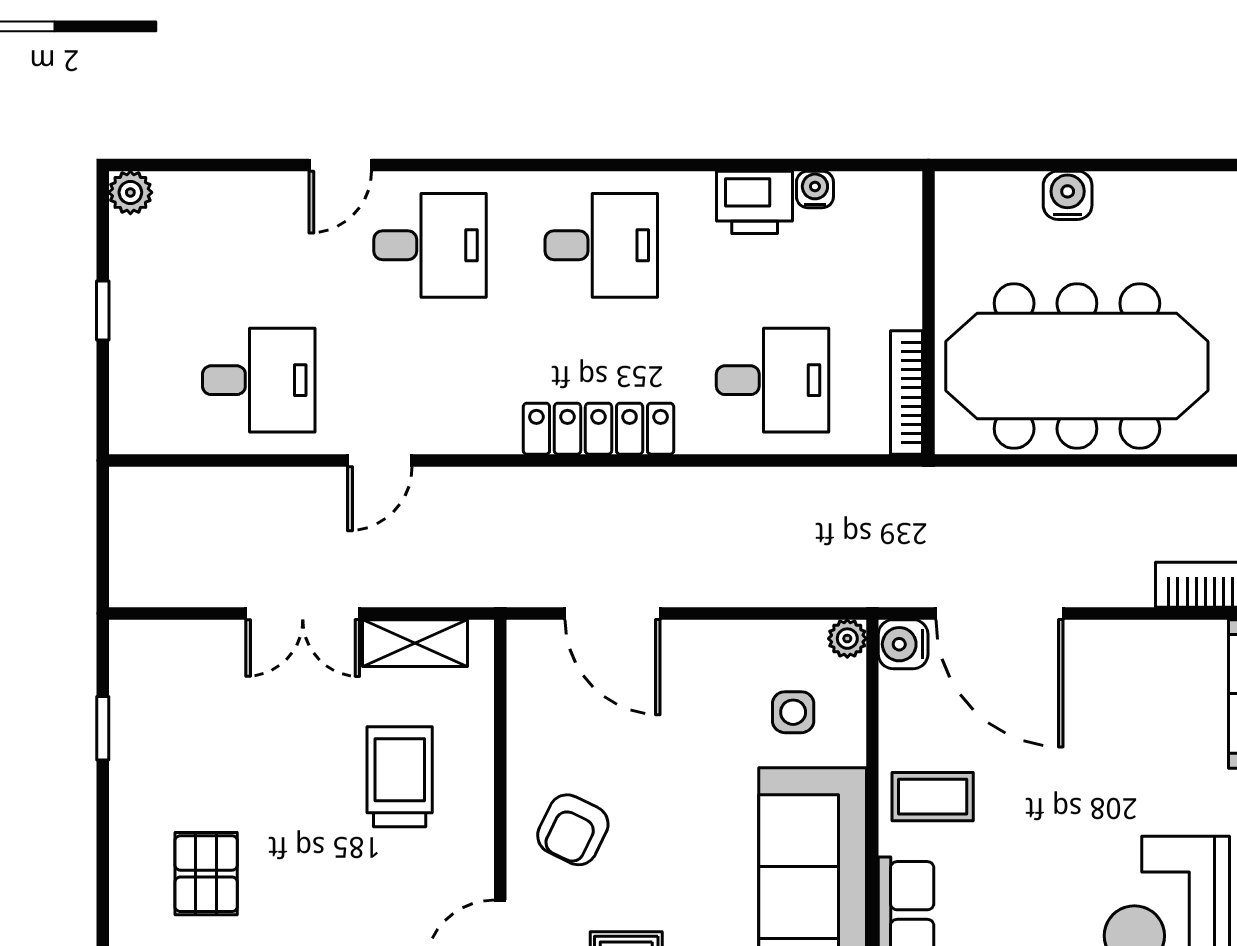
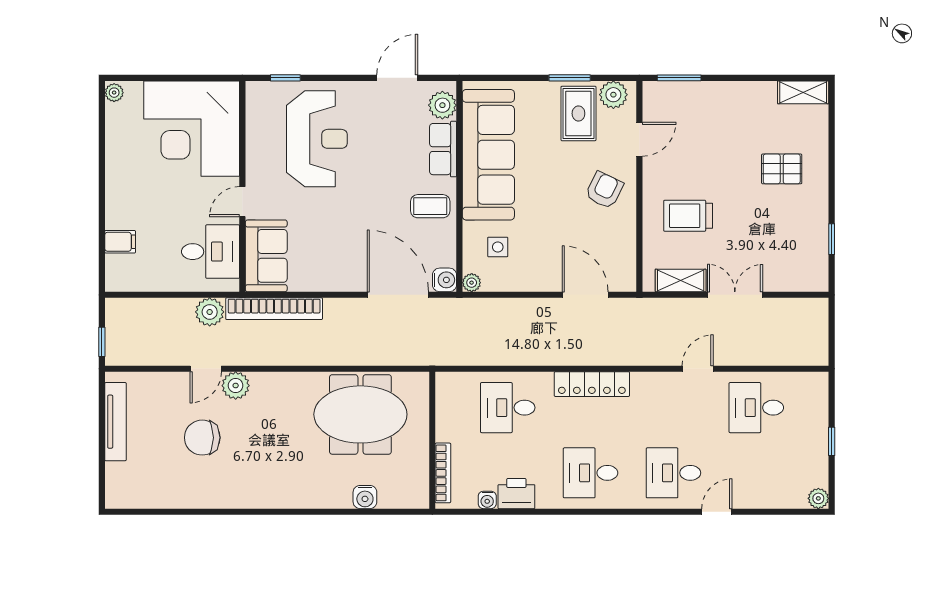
meeting table: (1077, 366) -> (360, 414), width x0.73
bookcase: (906, 393) -> (443, 473), moved
trolley: (400, 777) -> (688, 216), turned 90
pallet: (206, 874) -> (782, 169), turned 90

